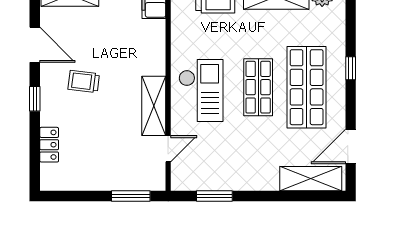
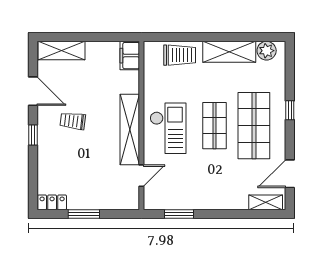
shelving: (154, 106) -> (130, 130), width x1.47
locker: (49, 145) -> (52, 202), moved, turned -90
shelving: (311, 179) -> (266, 202), width x0.67, depth x0.75
window: (131, 196) -> (84, 214), moved

